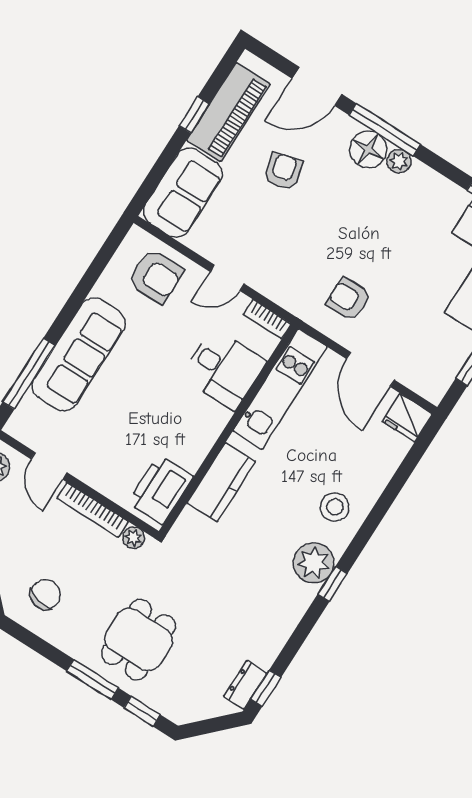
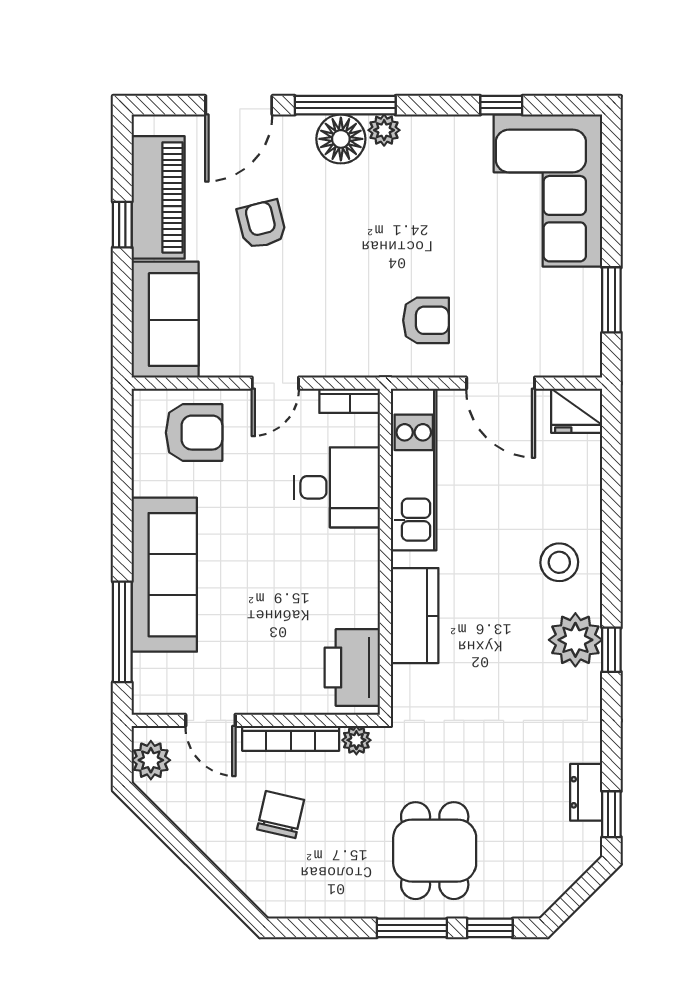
armchair: (348, 299) -> (426, 320), turned 180
chair: (45, 595) -> (281, 815), moved
dresser: (245, 685) -> (586, 792), moved

